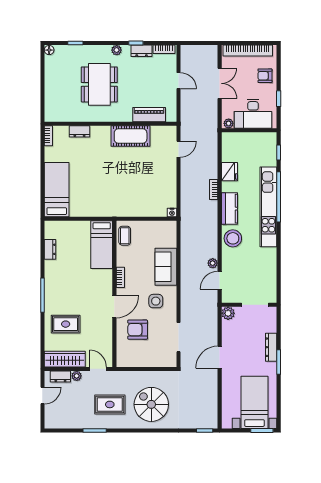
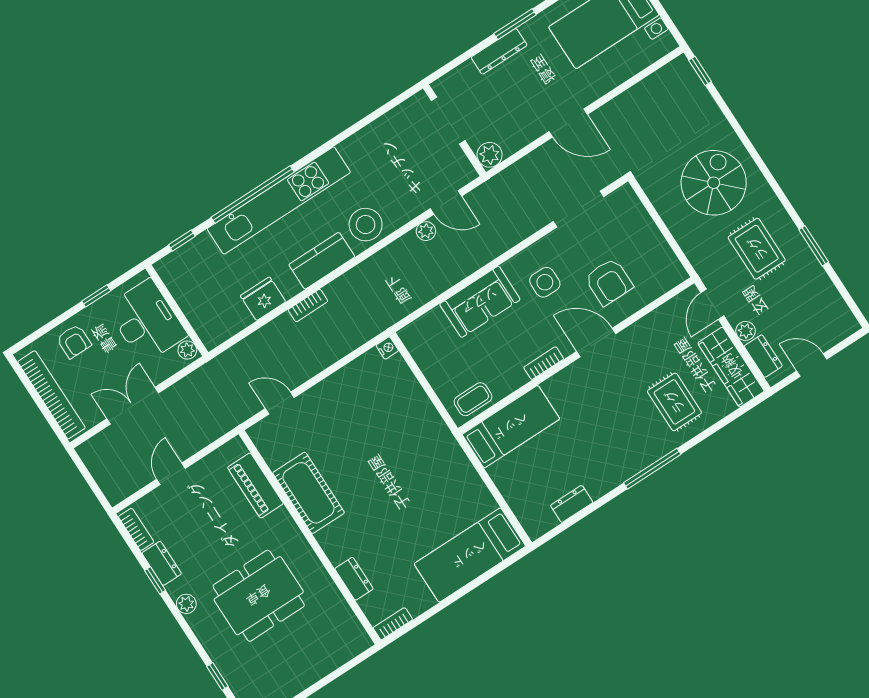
spiral stairs: (151, 404) -> (714, 183), turned 180

